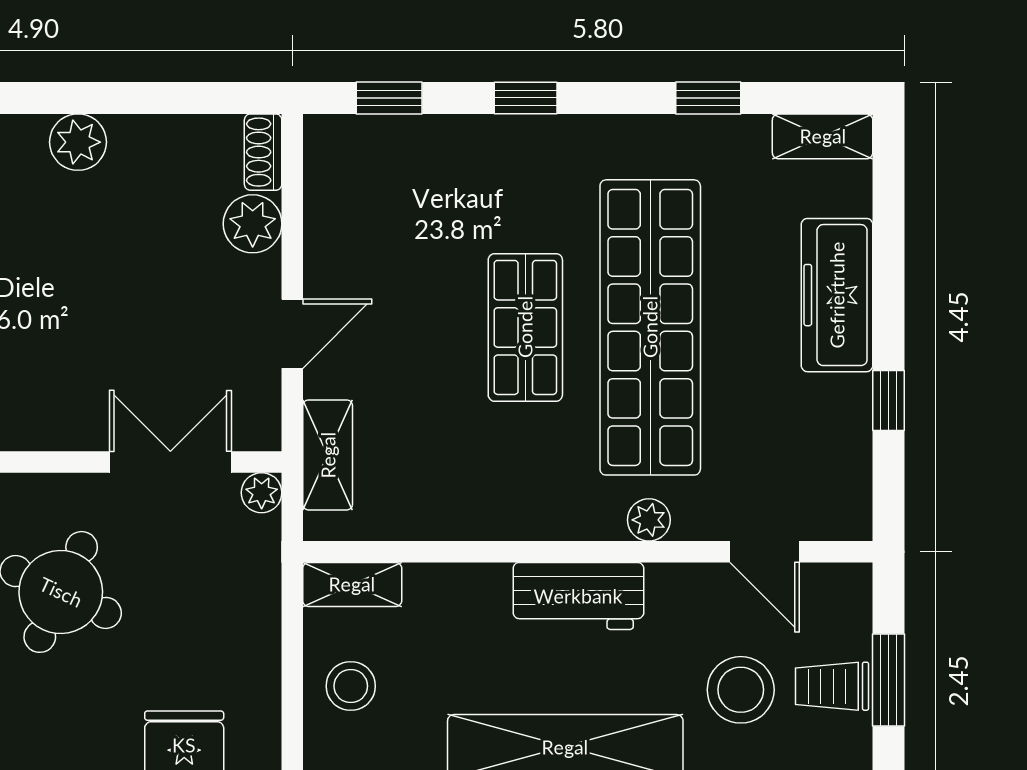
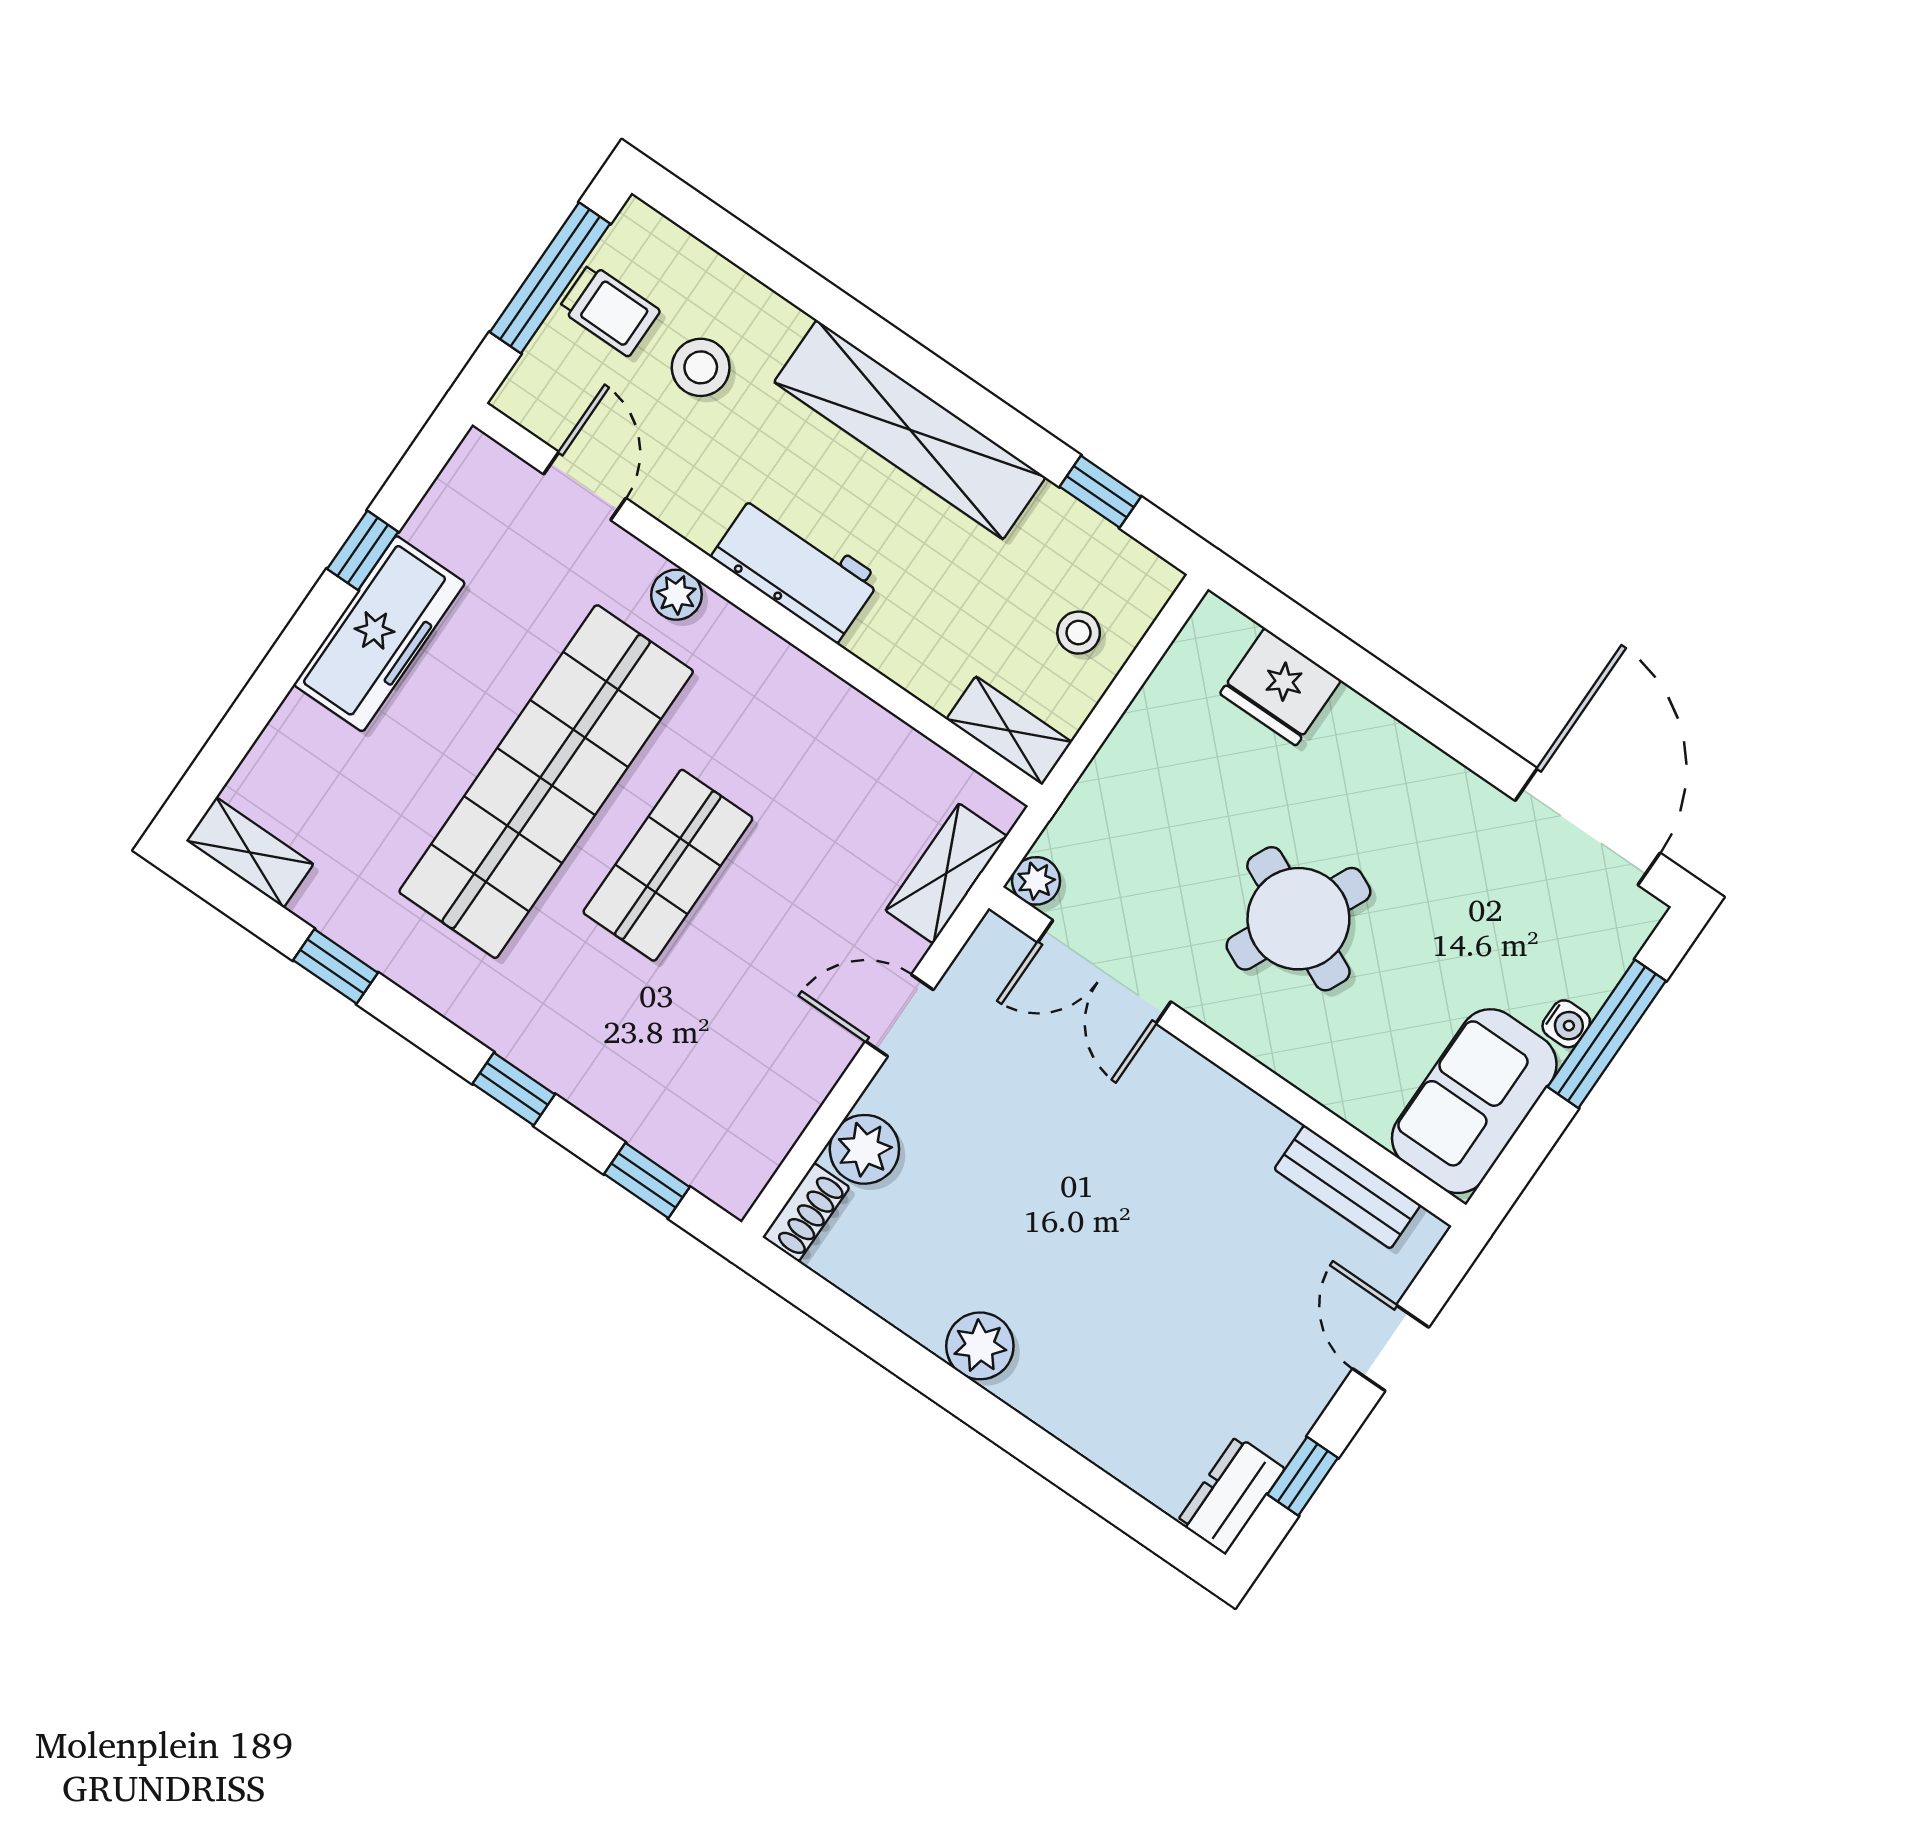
freezer: (837, 295) -> (379, 634), moved
window: (888, 680) -> (550, 278), width x1.44
stool: (351, 686) -> (1079, 633), width x0.73, depth x0.73
stool: (741, 690) -> (701, 367), width x0.73, depth x0.73

